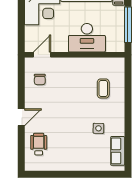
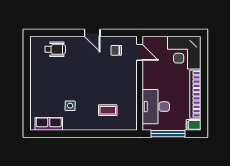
desk: (87, 38) -> (156, 107), moved
door: (21, 117) -> (92, 33), moved

